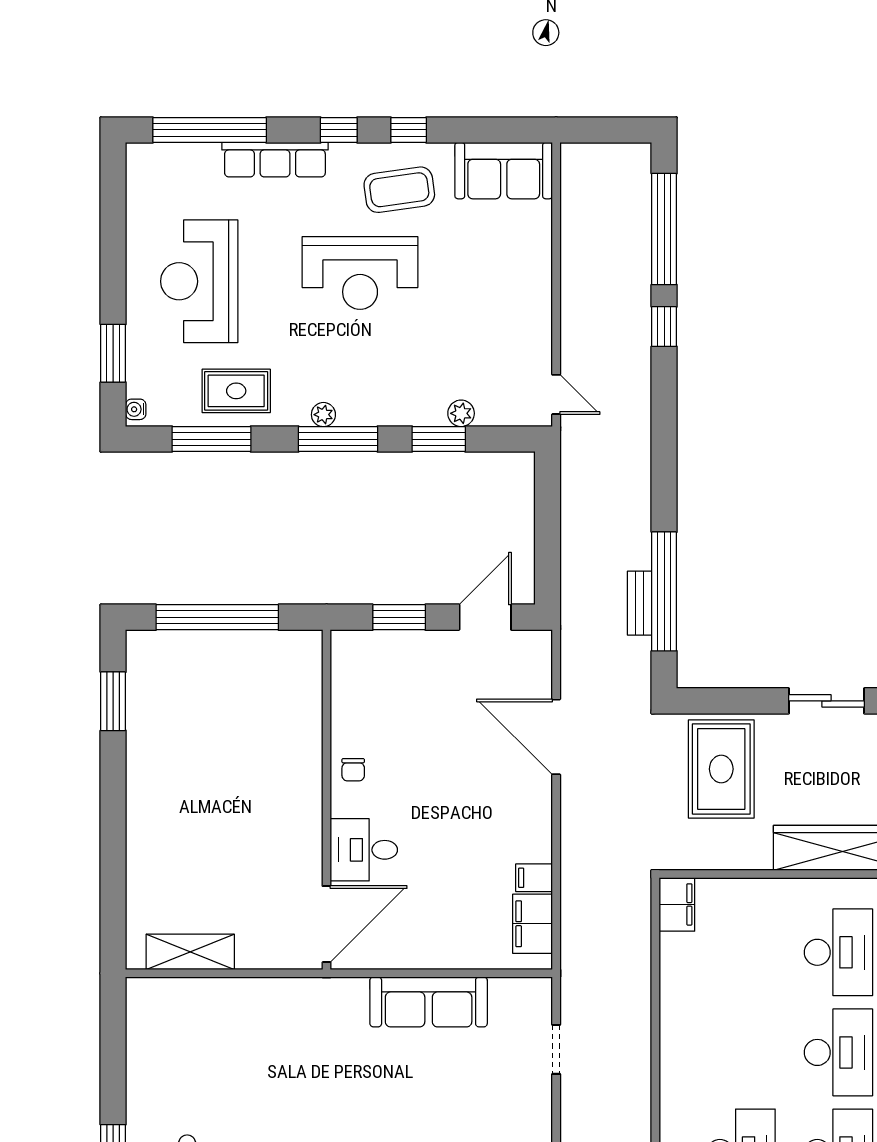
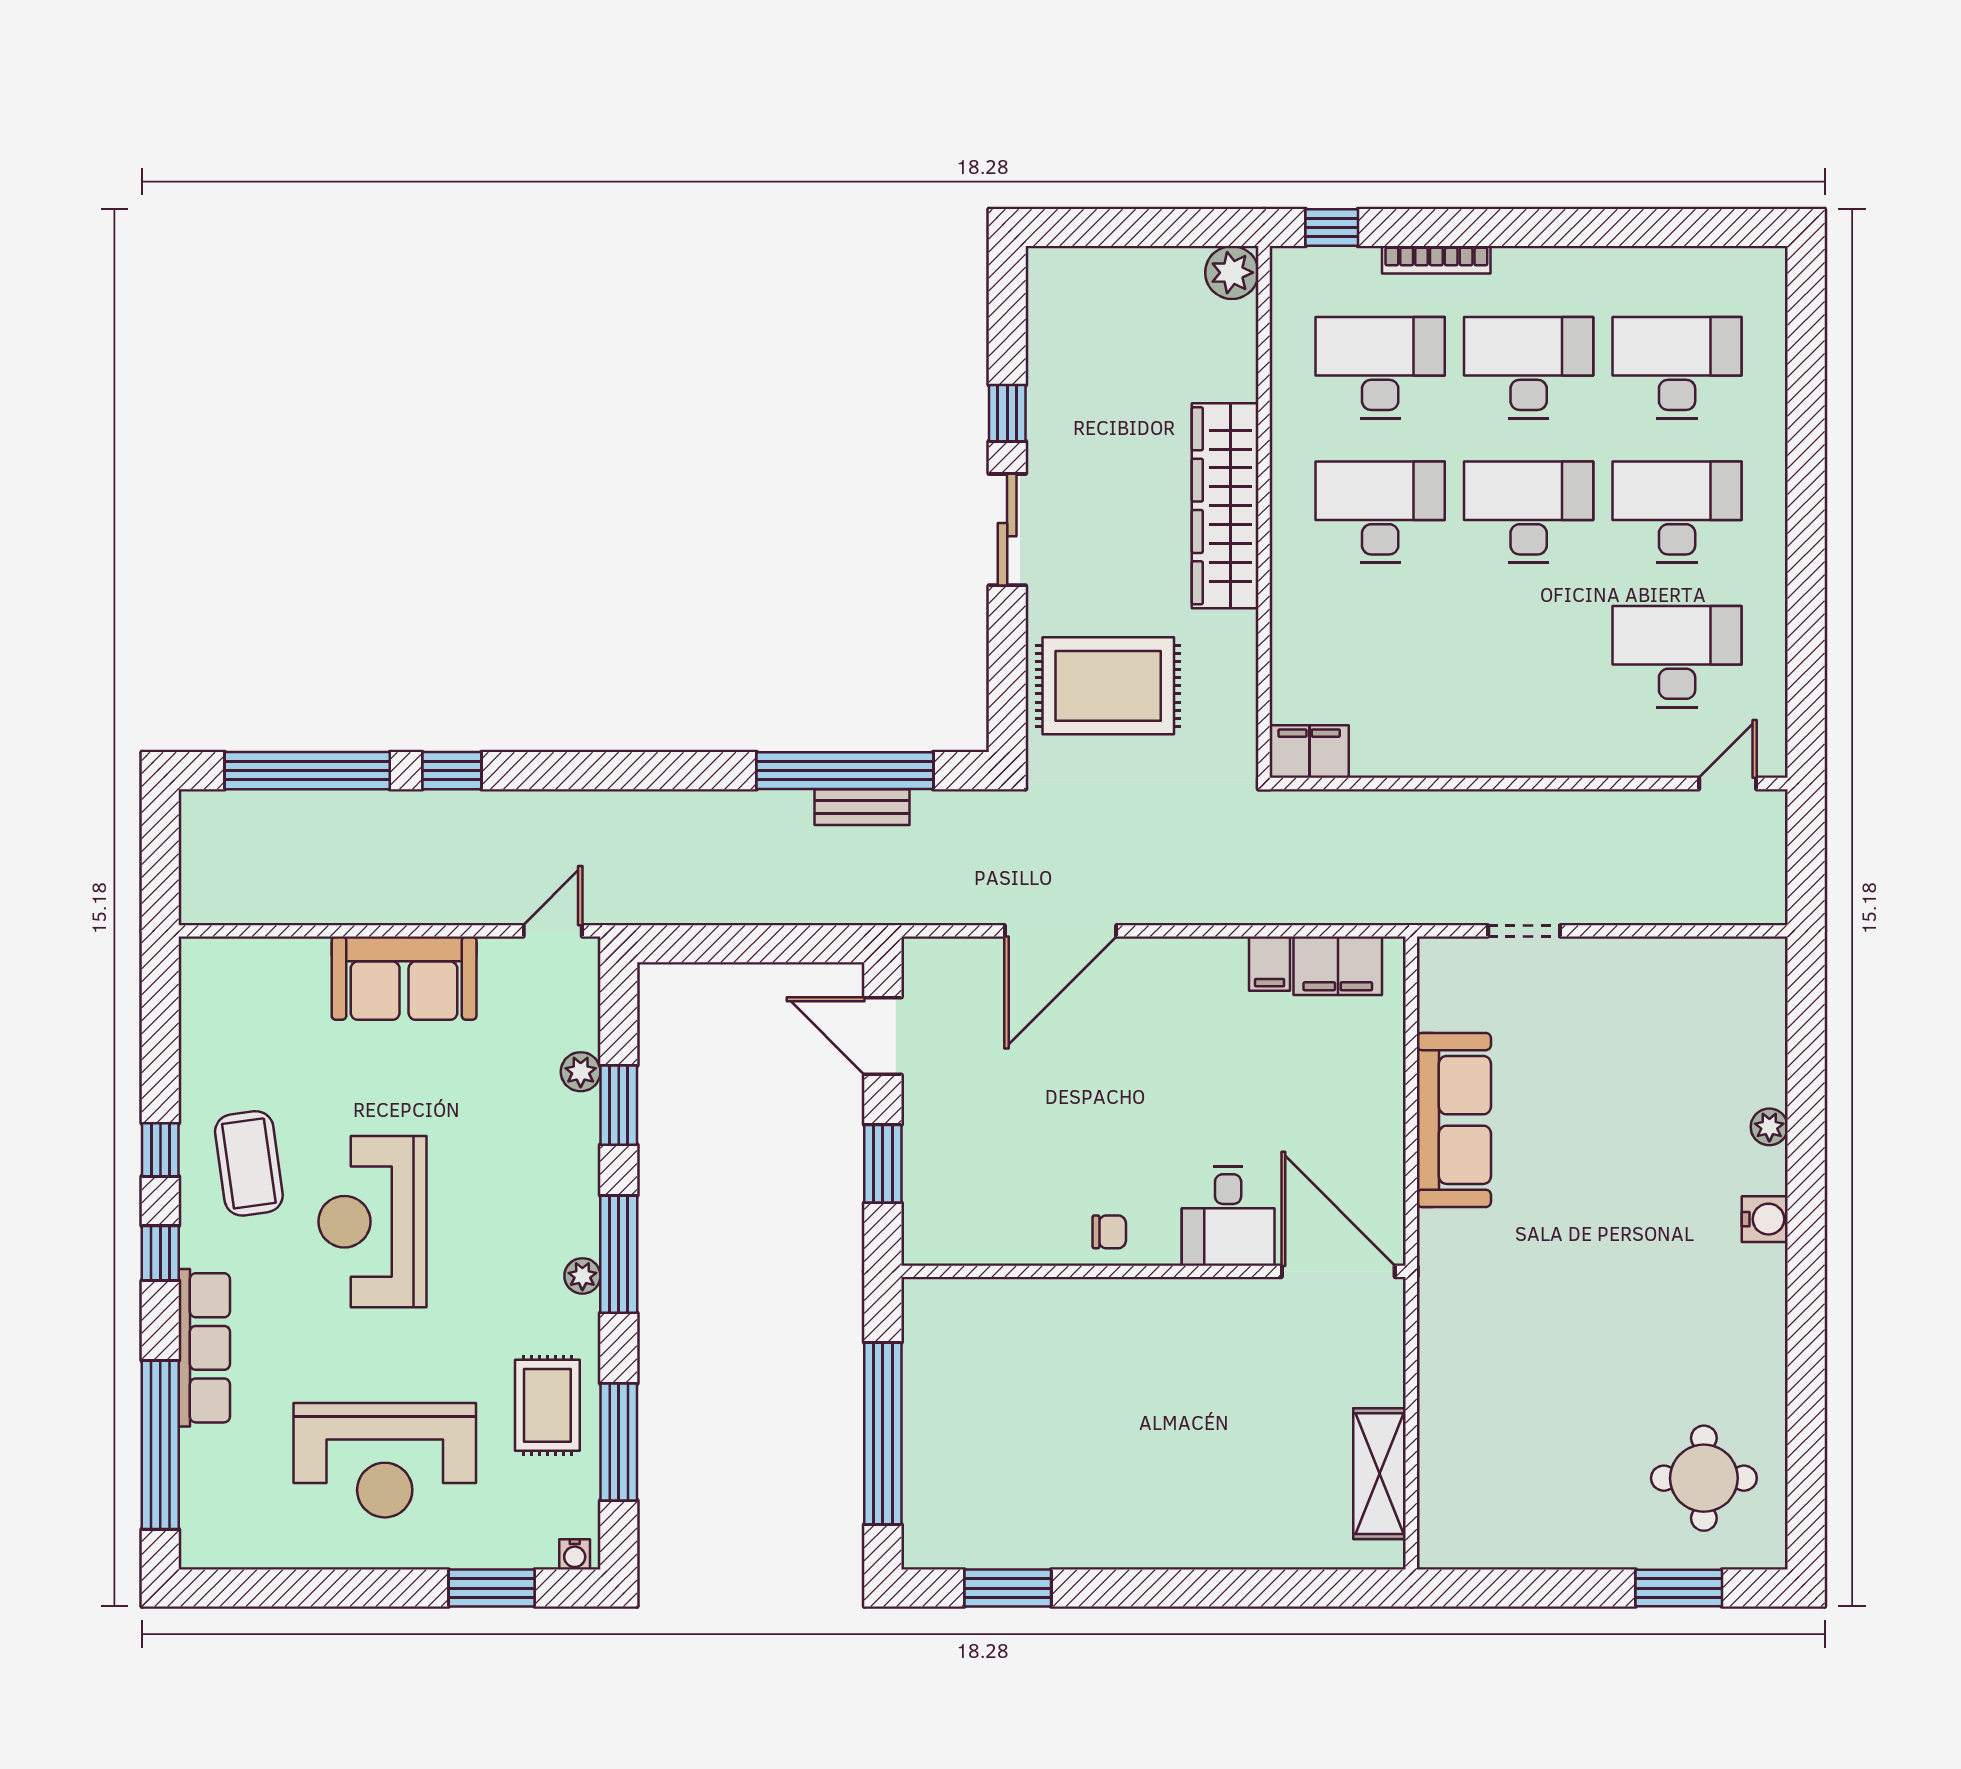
sofa: (504, 171) -> (404, 978), moved, turned 90
reception desk: (360, 273) -> (372, 1222), turned 180

